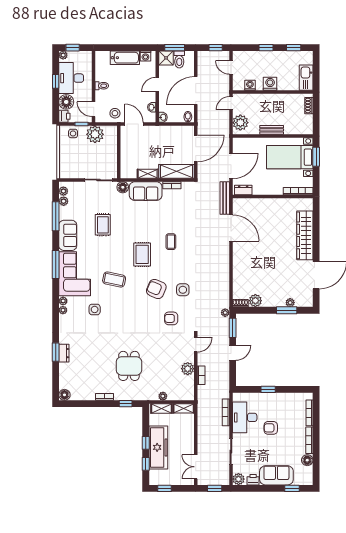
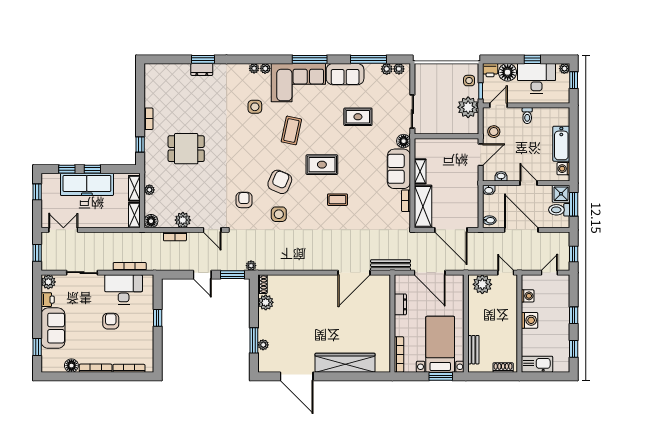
bench: (272, 130) -> (473, 350), moved
dresser: (243, 190) -> (400, 304), moved
floor lamp: (64, 395) -> (151, 221), moved

